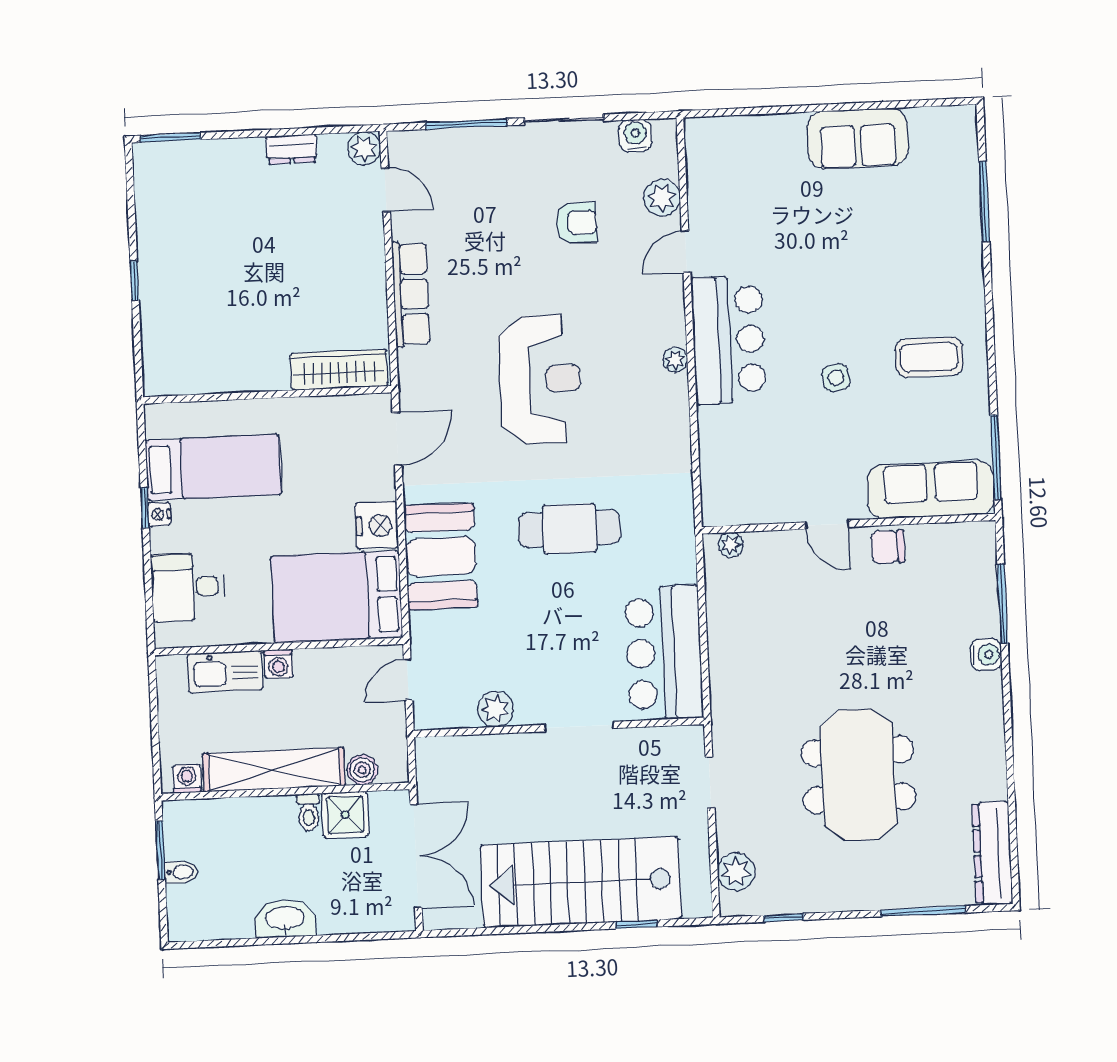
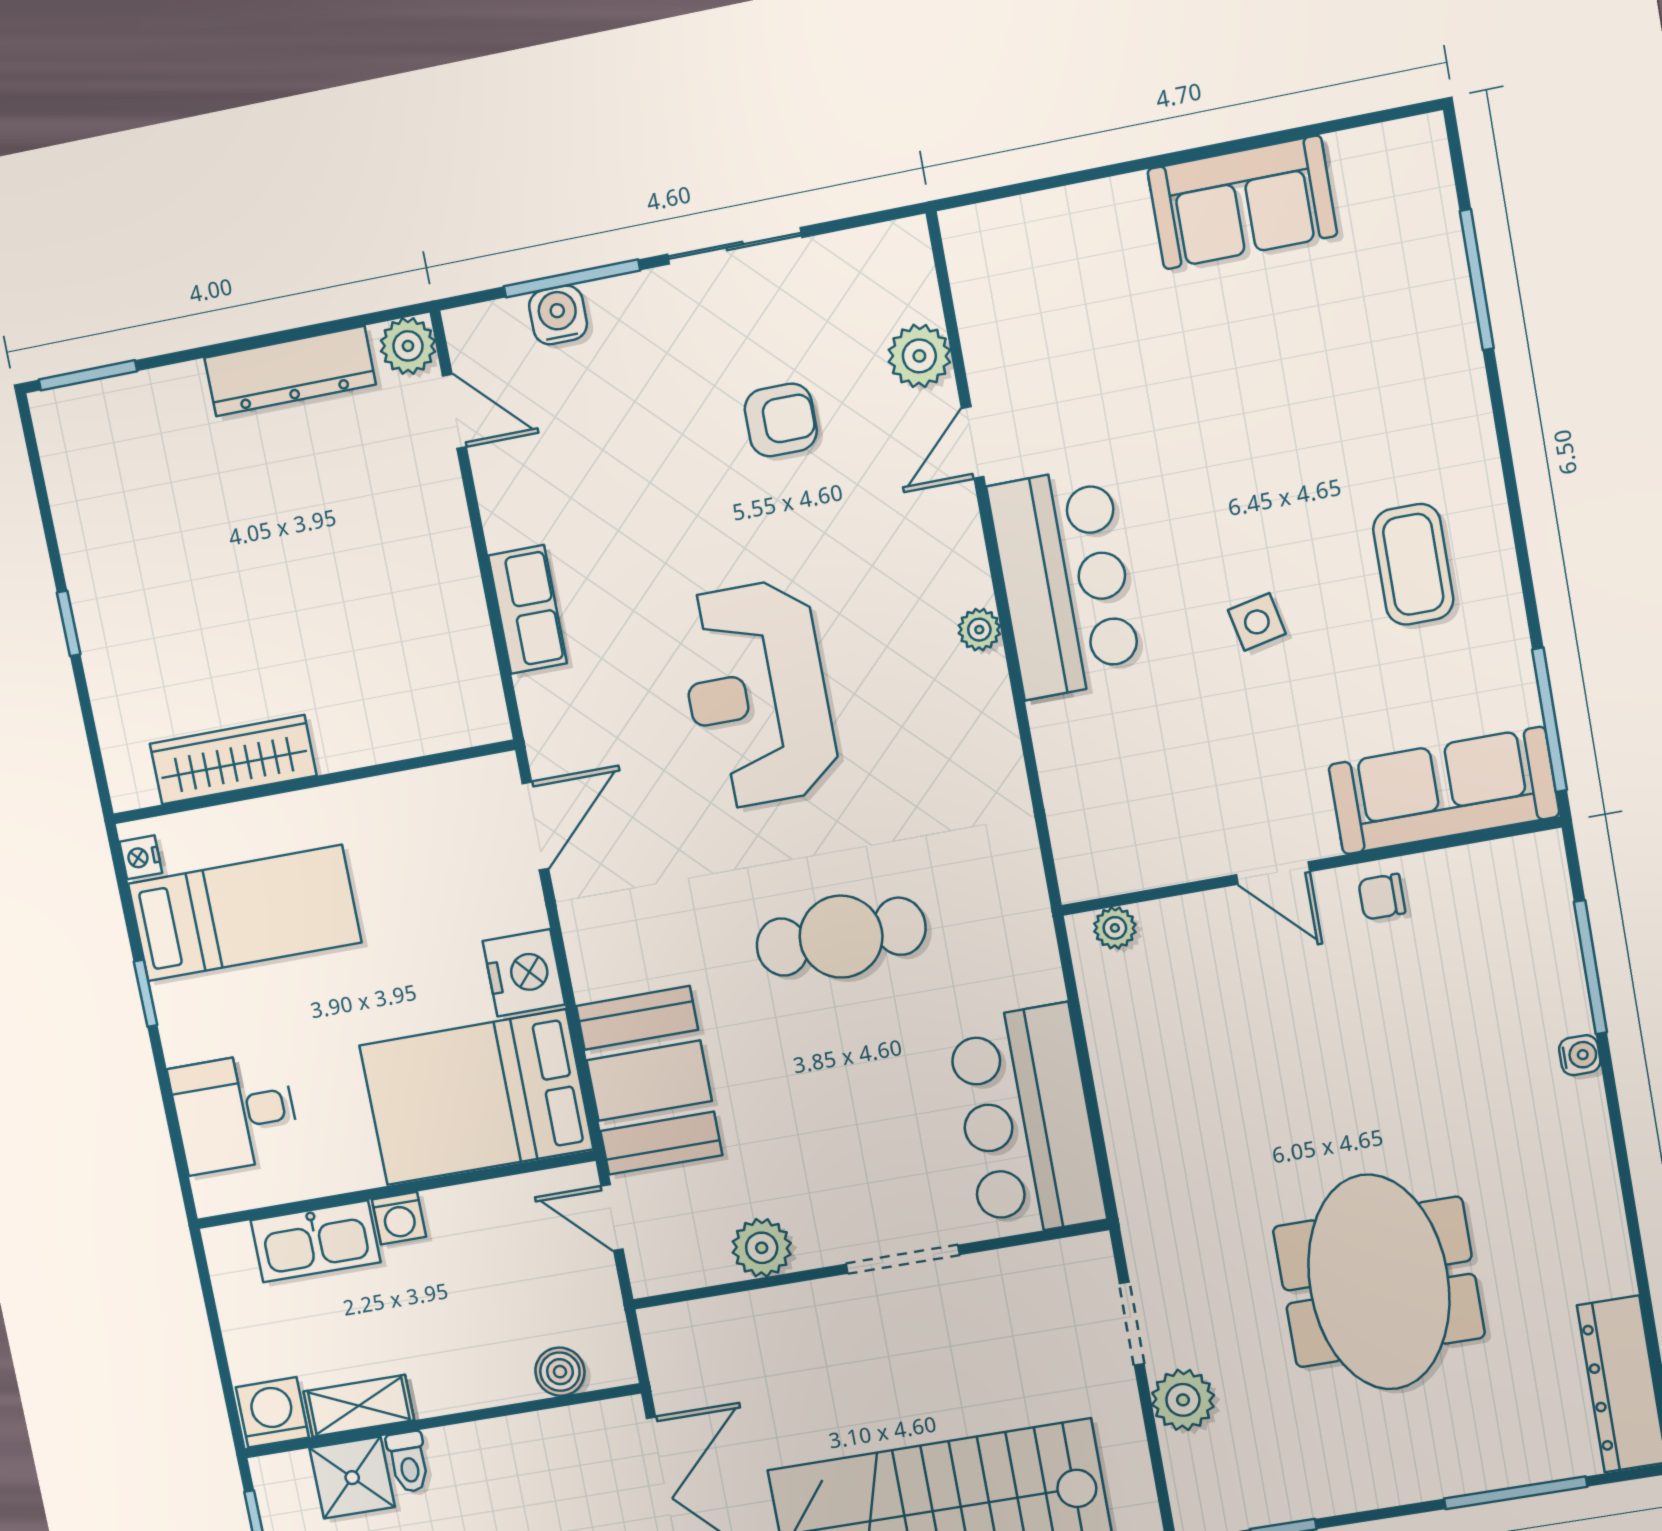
water cooler: (635, 135) -> (558, 315), moved
dresser: (292, 149) -> (290, 371), width x1.96, depth x1.24
row of seats: (411, 294) -> (527, 609), width x0.68
coffee table: (929, 357) -> (1413, 564), turned 90
wardrobe: (339, 370) -> (233, 760), moved
reception desk: (540, 379) -> (757, 694), turned 180
nightstand: (159, 514) -> (141, 857), moved
chair: (888, 547) -> (1382, 897), width x0.73, depth x0.73
booth: (441, 556) -> (649, 1081), moved
water cooler: (986, 655) -> (1580, 1055), width x0.72, depth x0.72
door: (408, 680) -> (612, 1218), hinge flipped
shelving: (274, 770) -> (359, 1406), width x0.45, depth x0.75
washing machine: (187, 779) -> (272, 1412), width x1.38, depth x1.38
toilet: (309, 812) -> (408, 1462), moved
shower: (345, 815) -> (352, 1478), moved
plant: (736, 872) -> (1183, 1400), moved

